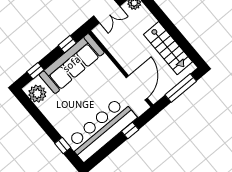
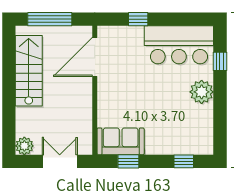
sofa: (72, 64) -> (121, 141), width x0.54, depth x0.79
plant: (37, 94) -> (202, 92), moved
bar counter: (102, 129) -> (179, 45), width x0.73

